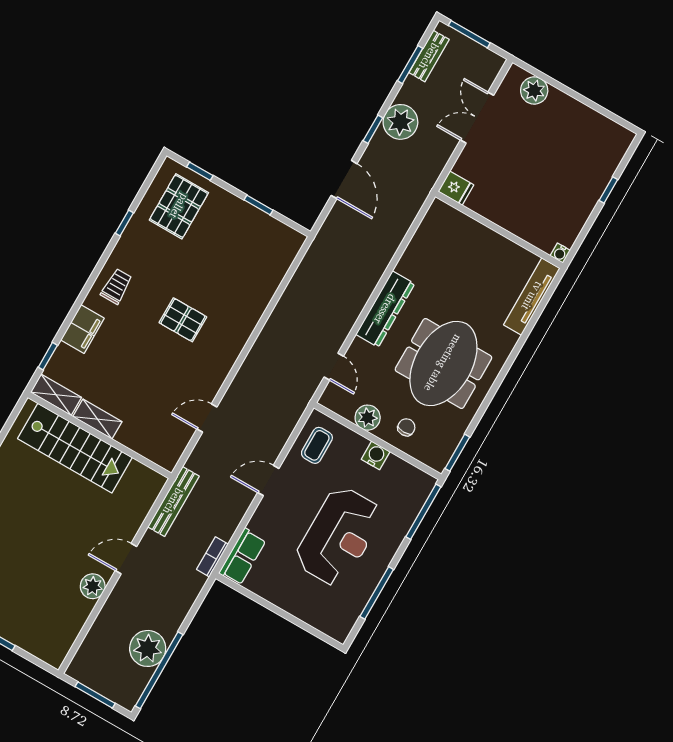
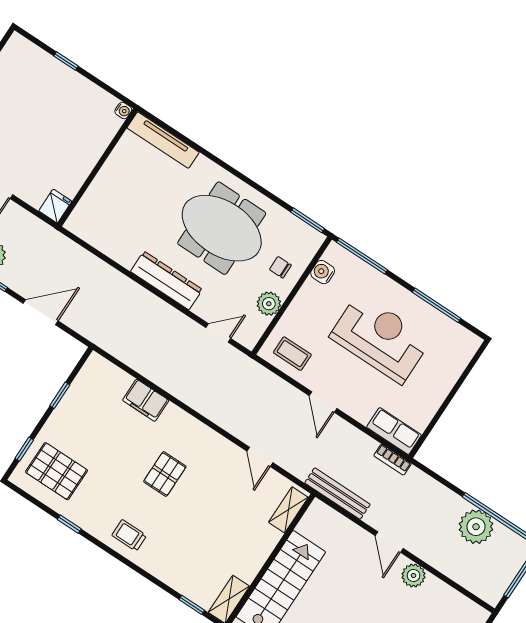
filing cabinet: (82, 329) -> (146, 400), moved, turned 180
shelving: (97, 419) -> (288, 510), moved
water cooler: (376, 455) -> (323, 272), moved

